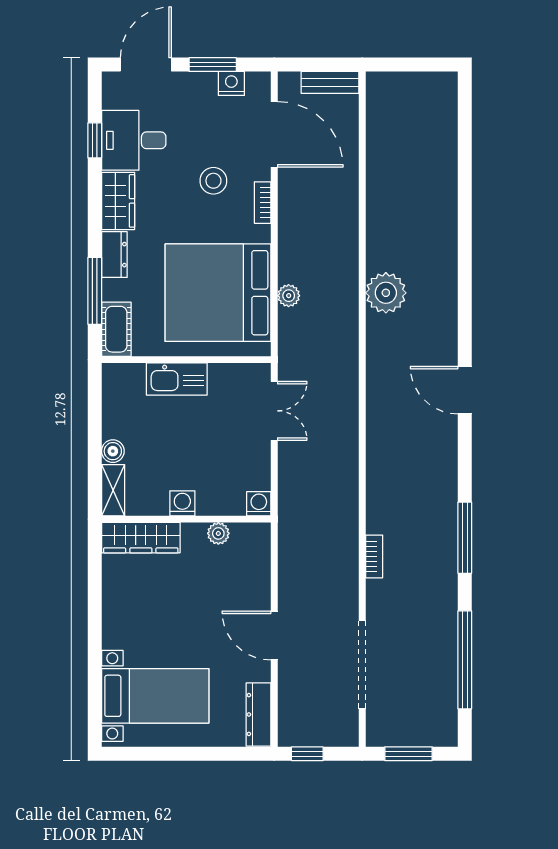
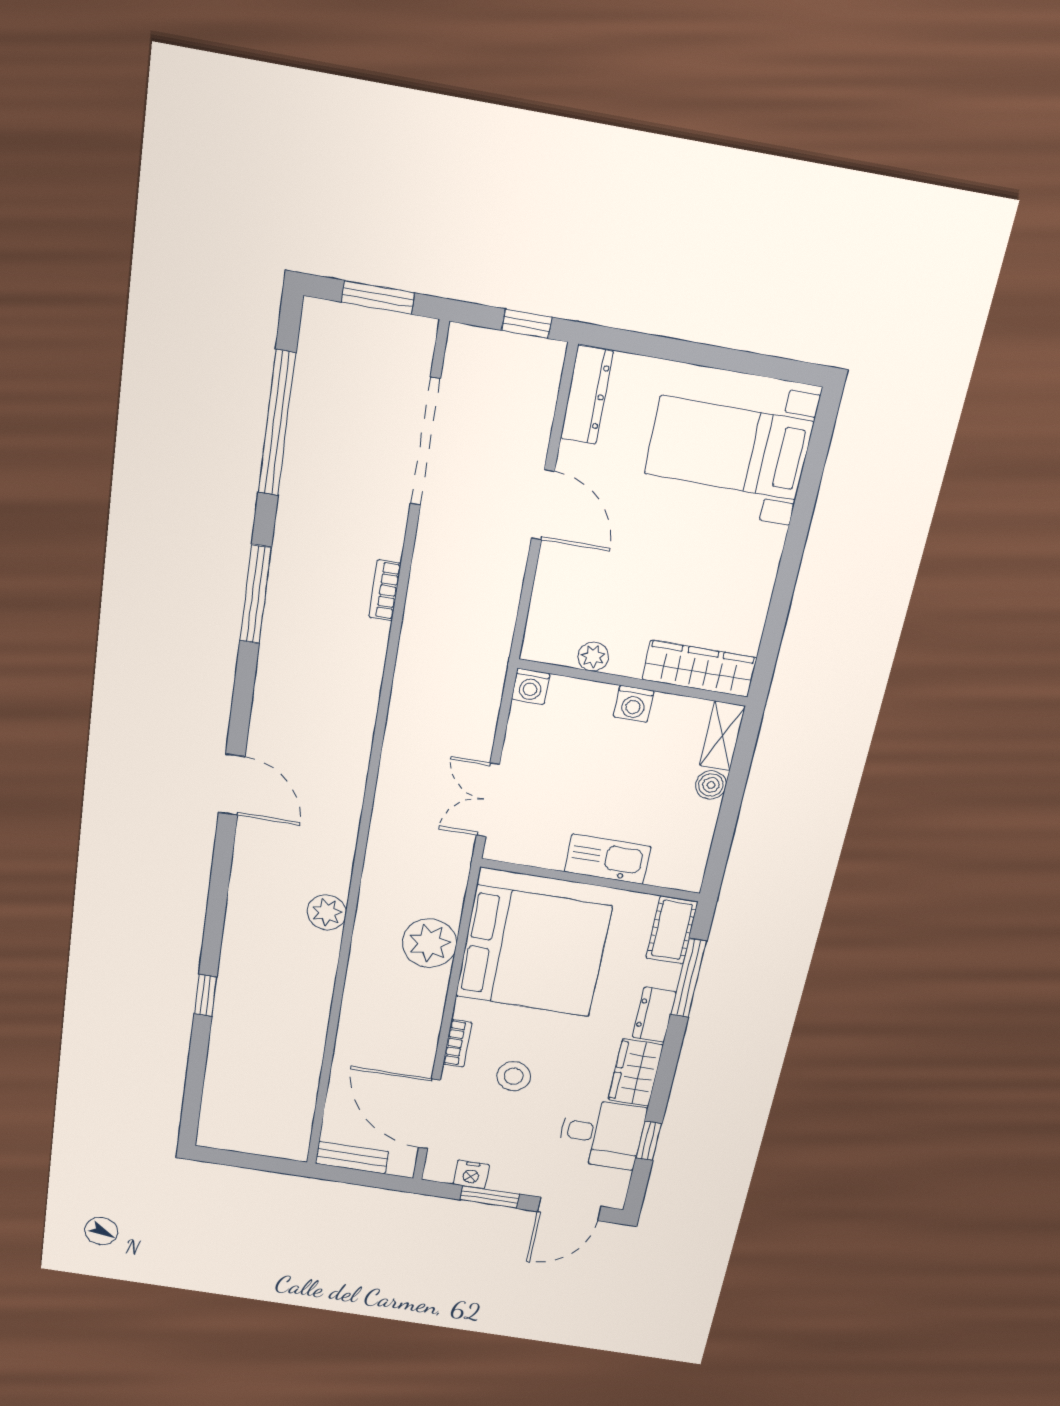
window: (465, 210) -> (205, 995), added
plant: (386, 293) -> (327, 912), width x0.73, depth x0.73
plant: (289, 296) -> (430, 943), width x1.88, depth x1.88

